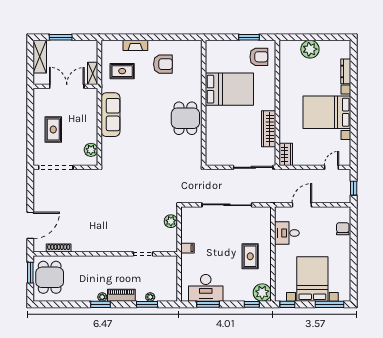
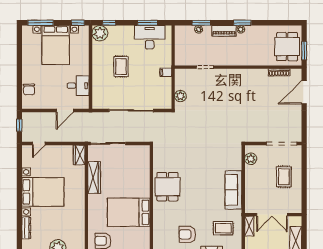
rug: (250, 256) -> (121, 66), moved

